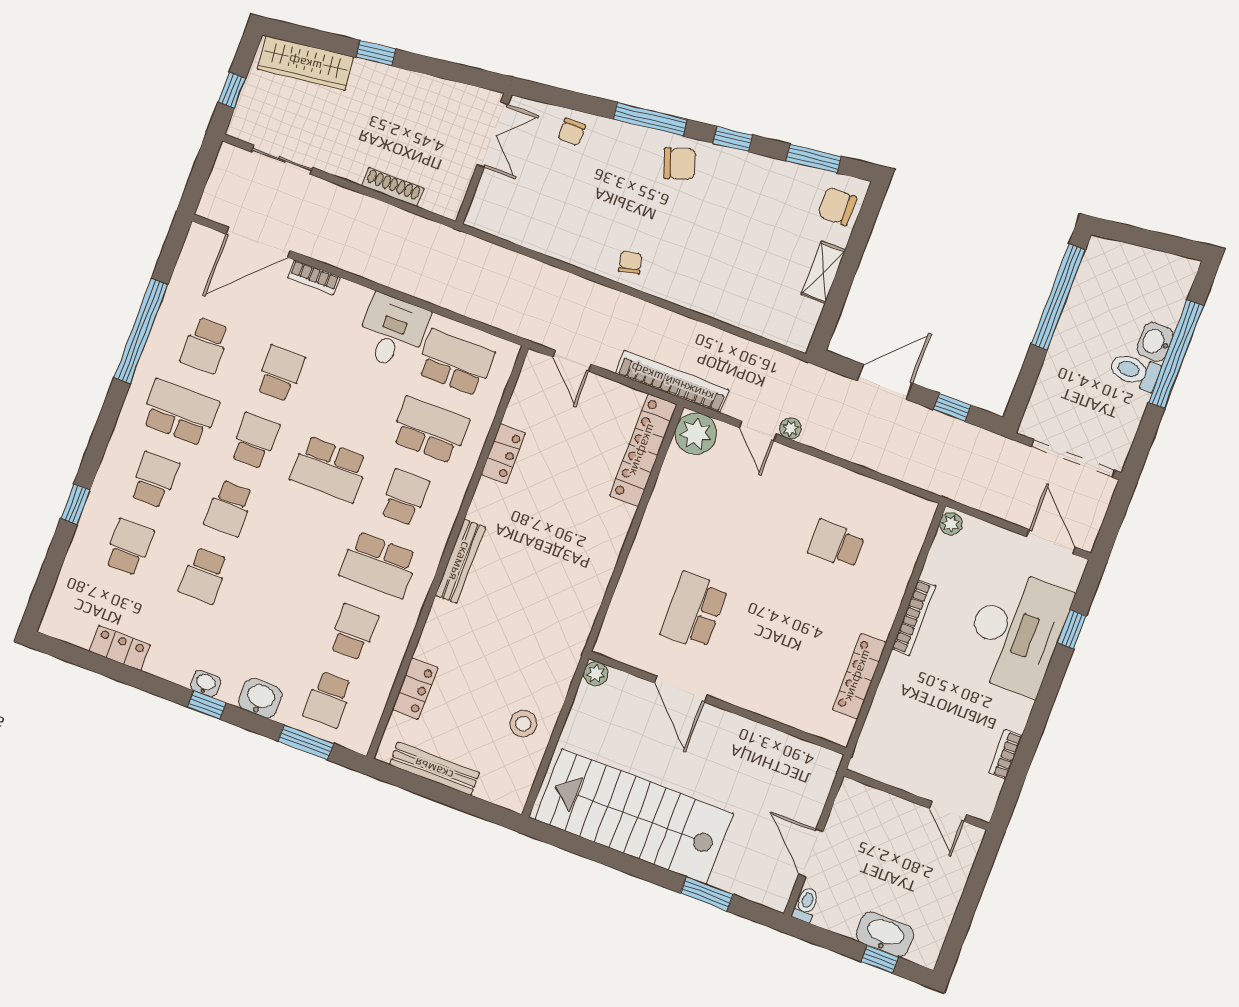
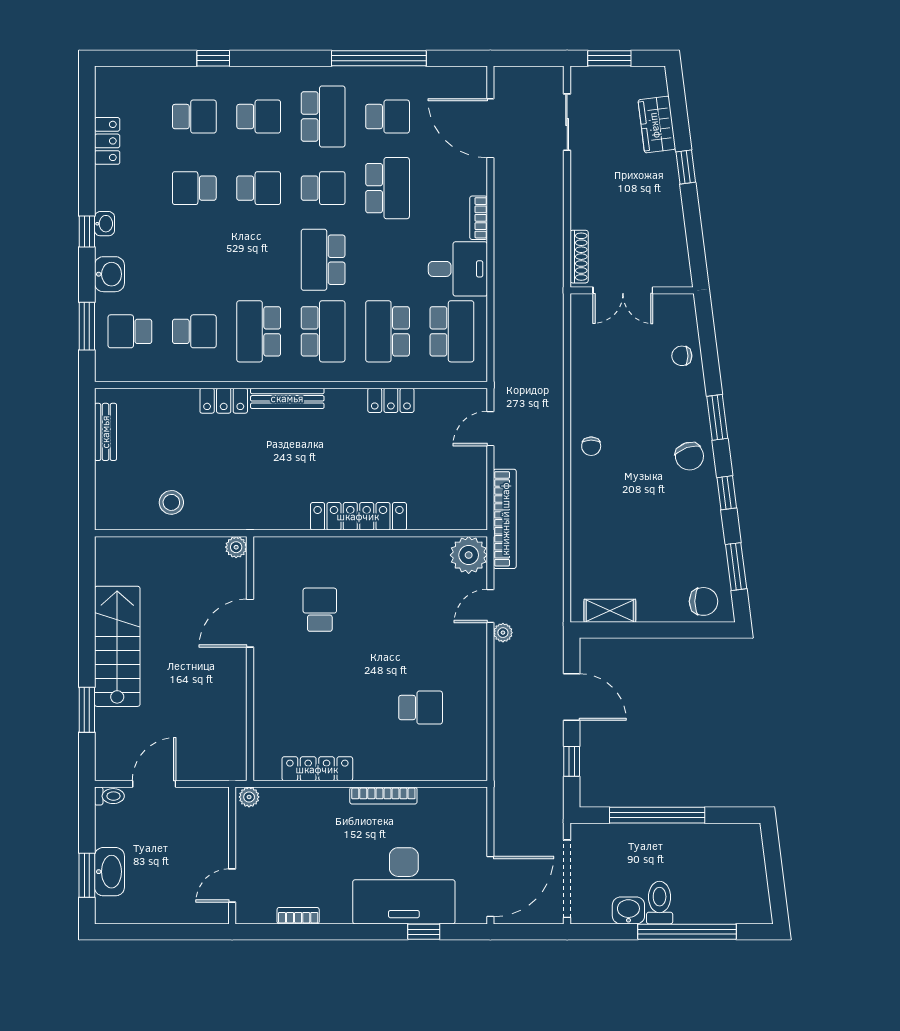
wardrobe: (305, 63) -> (657, 125), width x0.67
window: (232, 90) -> (609, 58), width x1.50
window: (650, 119) -> (717, 417), width x0.69
double door: (493, 135) -> (623, 290), moved
shoe rack: (393, 187) -> (579, 257), moved
chair: (837, 206) -> (703, 601), turned 90
chair: (630, 262) -> (591, 446), turned 102
shelving: (823, 272) -> (610, 611), moved
bookcase: (314, 277) -> (479, 218), moved
window: (1058, 297) -> (657, 815), moved
washbasin: (1155, 342) -> (628, 910), moved
school desk: (205, 345) -> (388, 117), turned 180
school desk: (280, 373) -> (388, 188), width x1.85
school desk: (430, 430) -> (388, 331), turned 180
locker: (643, 450) -> (358, 516), moved
school desk: (404, 497) -> (323, 331), width x1.85
school desk: (229, 508) -> (259, 188), turned 180
plant: (951, 524) -> (249, 797), moved
door: (1051, 542) -> (490, 886), width x1.36
school desk: (836, 544) -> (421, 708), turned 90
school desk: (694, 611) -> (320, 610), width x0.54
locker: (415, 689) -> (224, 401), moved
bench: (434, 769) -> (105, 432), width x0.73
stairs: (634, 816) -> (117, 646), width x0.73, depth x0.66
window: (880, 959) -> (87, 875), width x1.50

